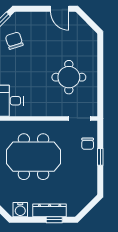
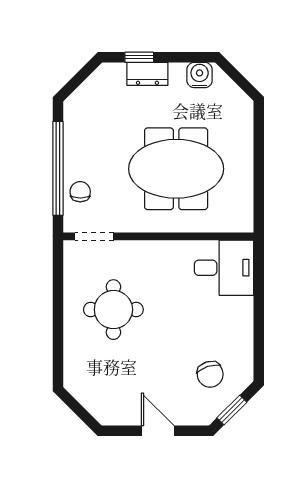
door: (60, 9) -> (158, 431), moved
window: (100, 157) -> (58, 168), width x3.17
dresser: (50, 210) -> (147, 74), width x0.70

